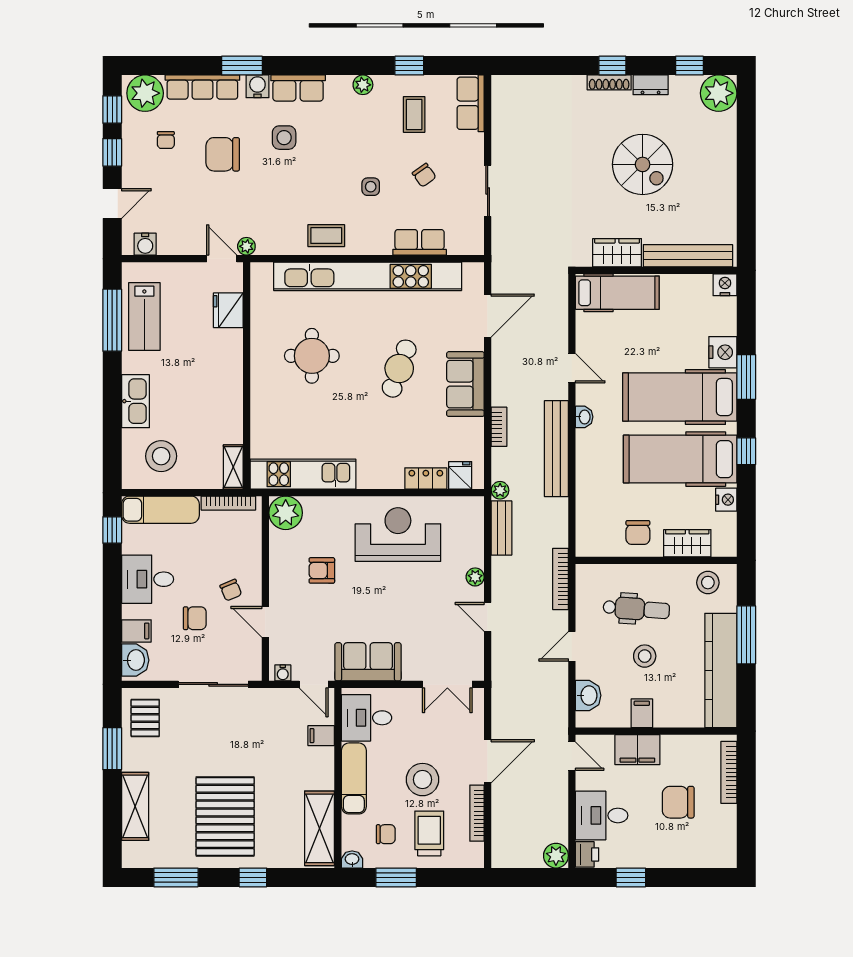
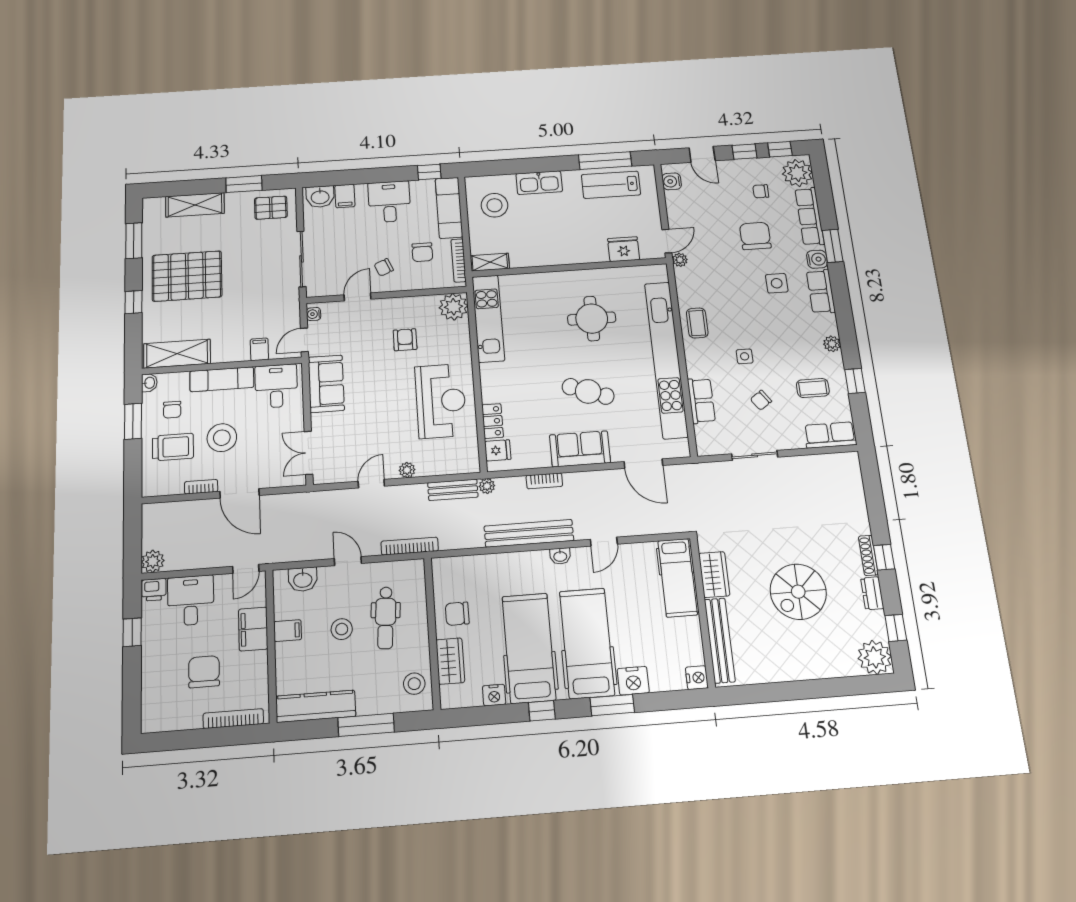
chair: (195, 618) -> (422, 252), moved
kitchen counter: (721, 670) -> (316, 706), width x0.72, depth x0.86
bookcase: (477, 813) -> (201, 487), width x0.64

